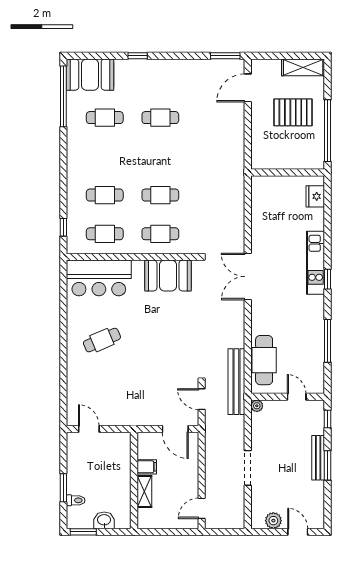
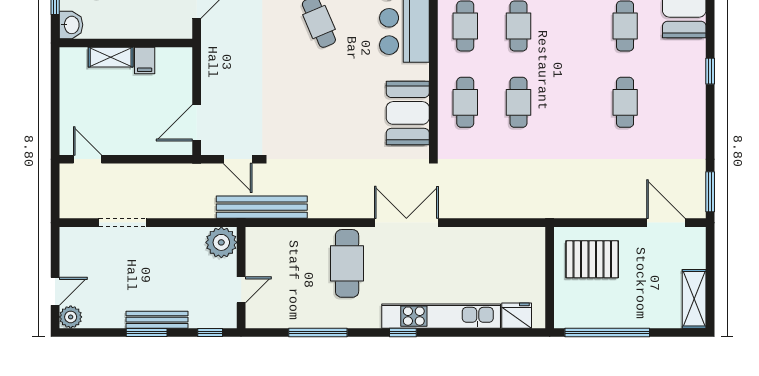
pallet: (293, 112) -> (592, 259), moved, turned 90
kitchen unit: (316, 263) -> (441, 316), width x1.36
cafe table: (264, 360) -> (347, 263), moved, turned 90
door: (202, 399) -> (238, 159), swing flipped
plant: (257, 406) -> (221, 242), width x1.88, depth x1.88
filing cabinet: (147, 467) -> (145, 61), moved
doorway: (248, 468) -> (123, 223), moved
wall: (134, 480) -> (126, 43), moved
shelving: (144, 491) -> (111, 57), moved
plant: (273, 521) -> (71, 317), moved

